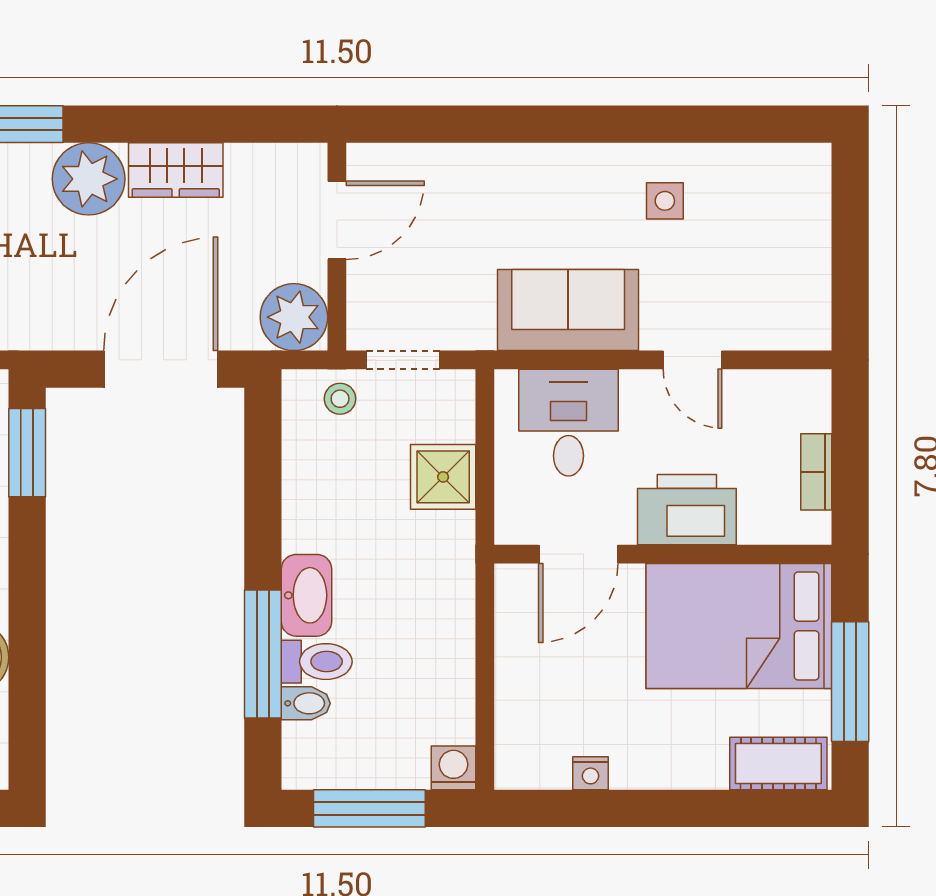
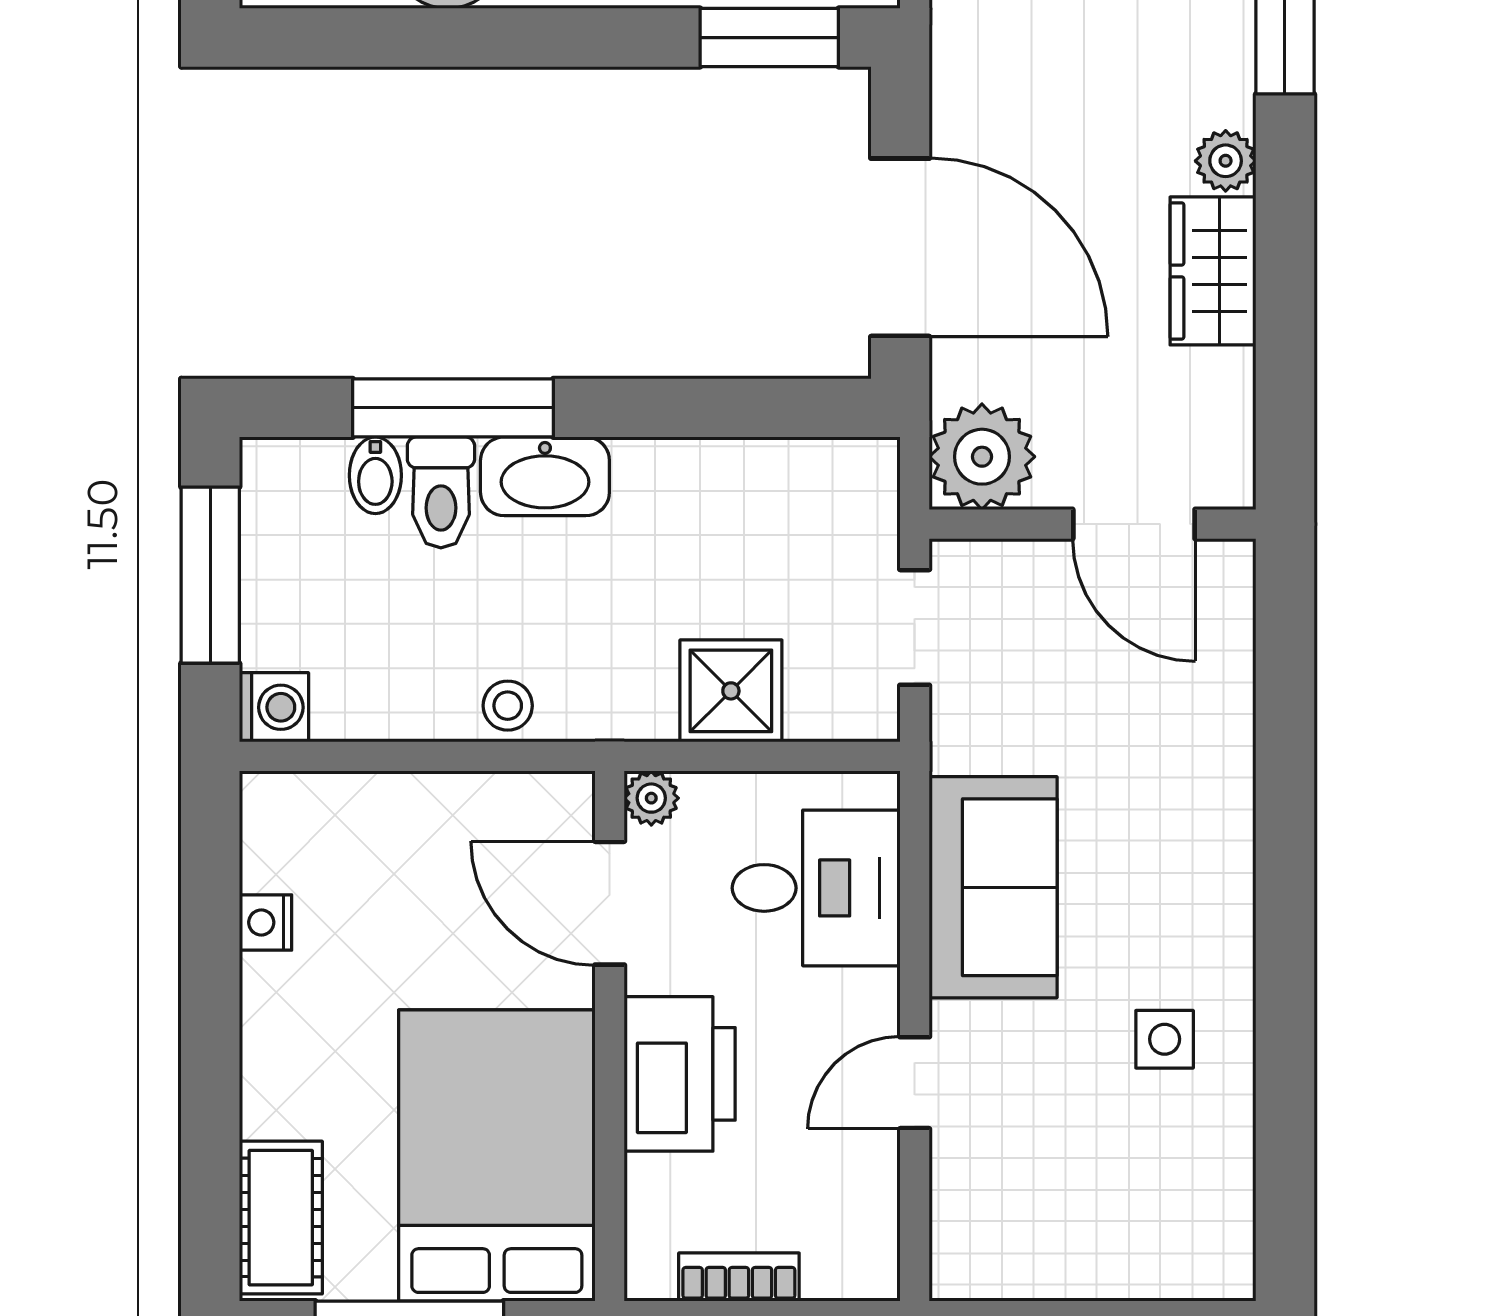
plant: (89, 179) -> (1226, 161), width x0.53, depth x0.53
stool: (340, 399) -> (508, 706), moved
plant: (511, 528) -> (651, 798), added

